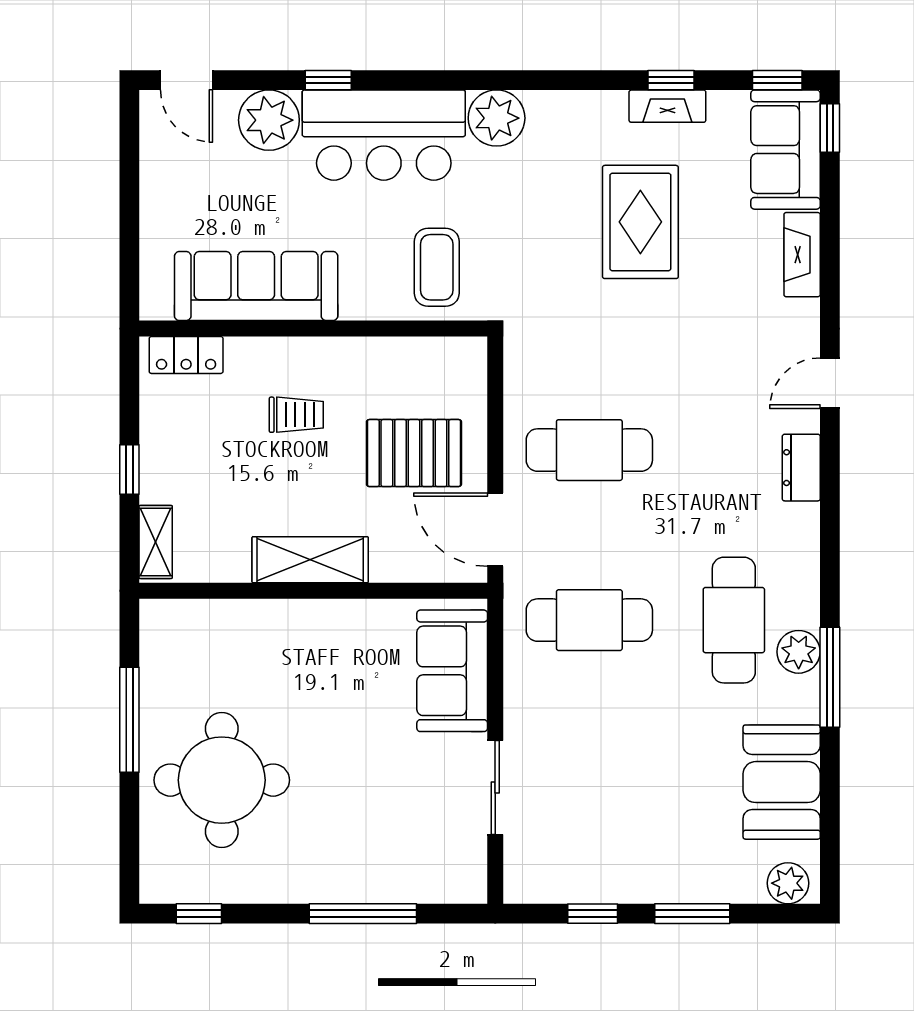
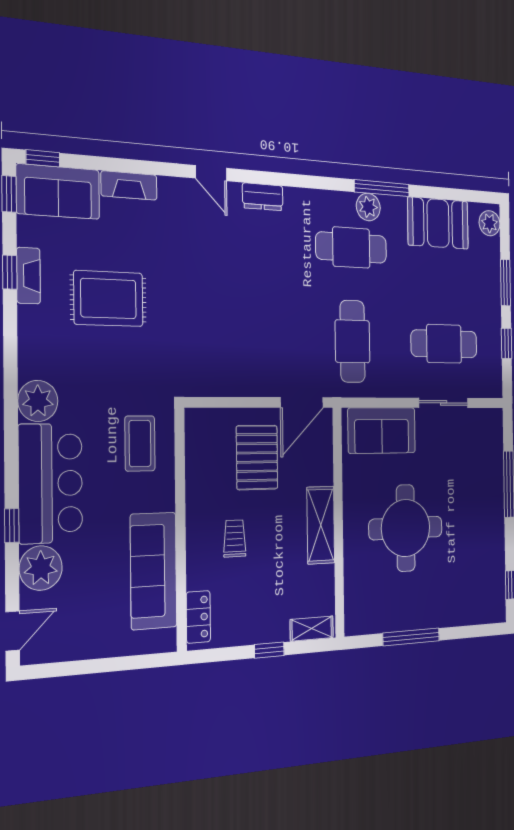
coffee table: (437, 267) -> (140, 443), turned 90
cafe table: (589, 450) -> (444, 344), moved, turned 90
round table: (222, 780) -> (406, 528), moved

